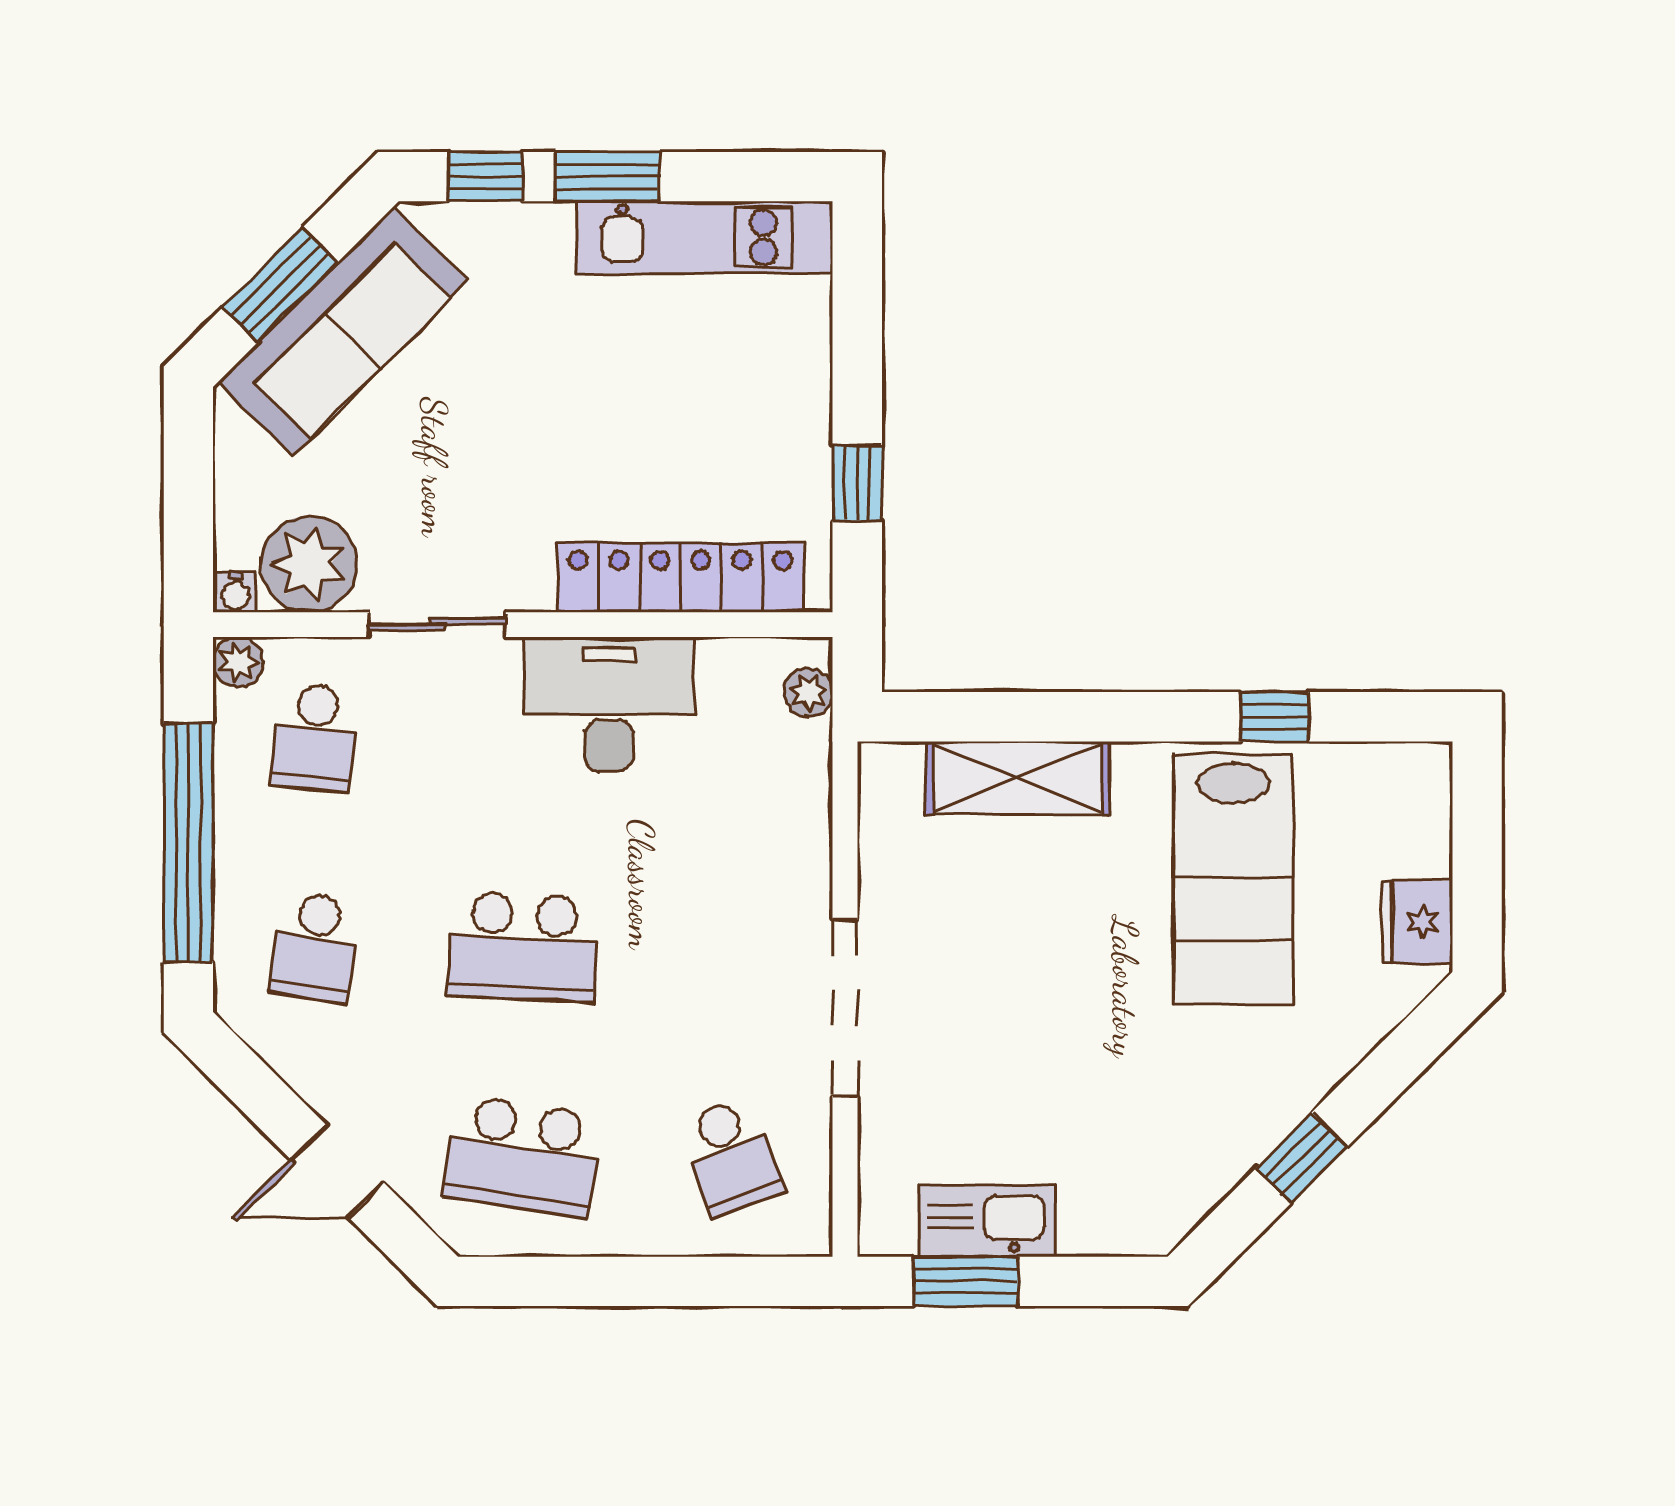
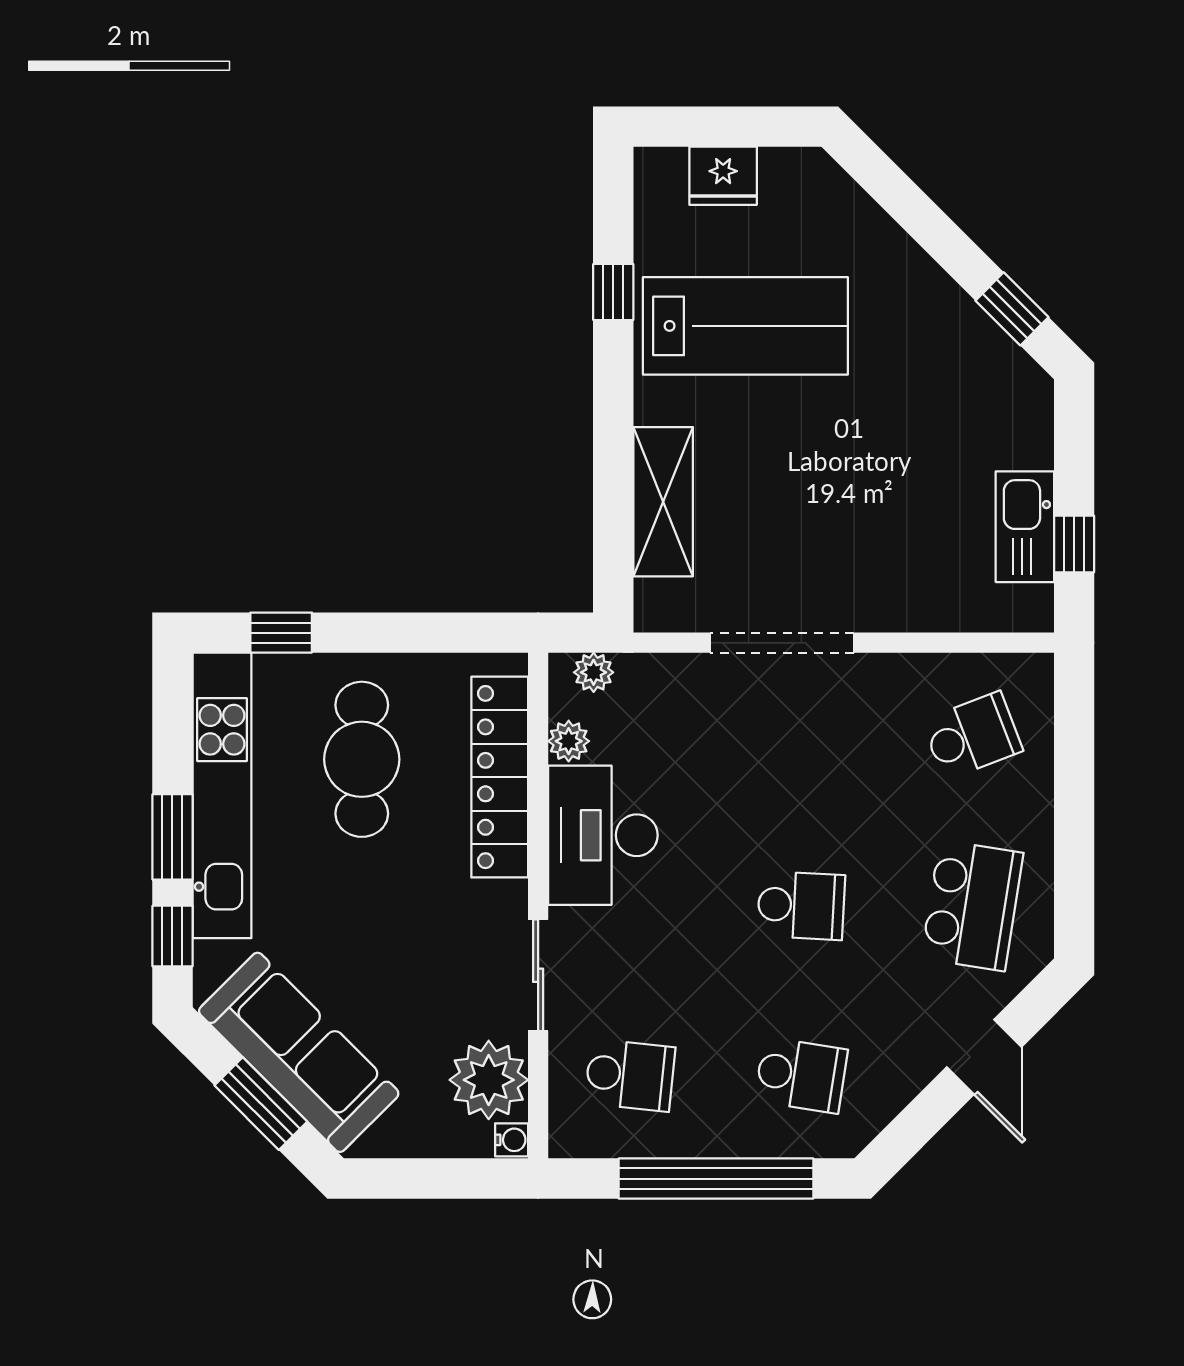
kitchen unit: (705, 237) -> (222, 795), width x1.36
cafe table: (702, 409) -> (362, 759), added
window: (857, 483) -> (281, 633), moved
plant: (238, 662) -> (569, 741), moved
fridge: (1417, 922) -> (723, 176), moved
school desk: (523, 947) -> (801, 906), width x0.54
doorway: (845, 1008) -> (782, 643), moved
window: (1302, 1158) -> (1012, 309), moved
window: (966, 1281) -> (1074, 544), width x0.67

